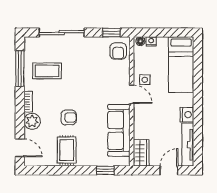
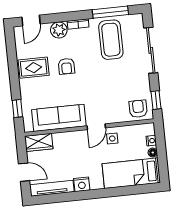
floor lamp: (140, 41) -> (153, 153), moved
armchair: (118, 51) -> (138, 109), turned 90
coffee table: (47, 71) -> (111, 40), width x1.36, depth x1.32

